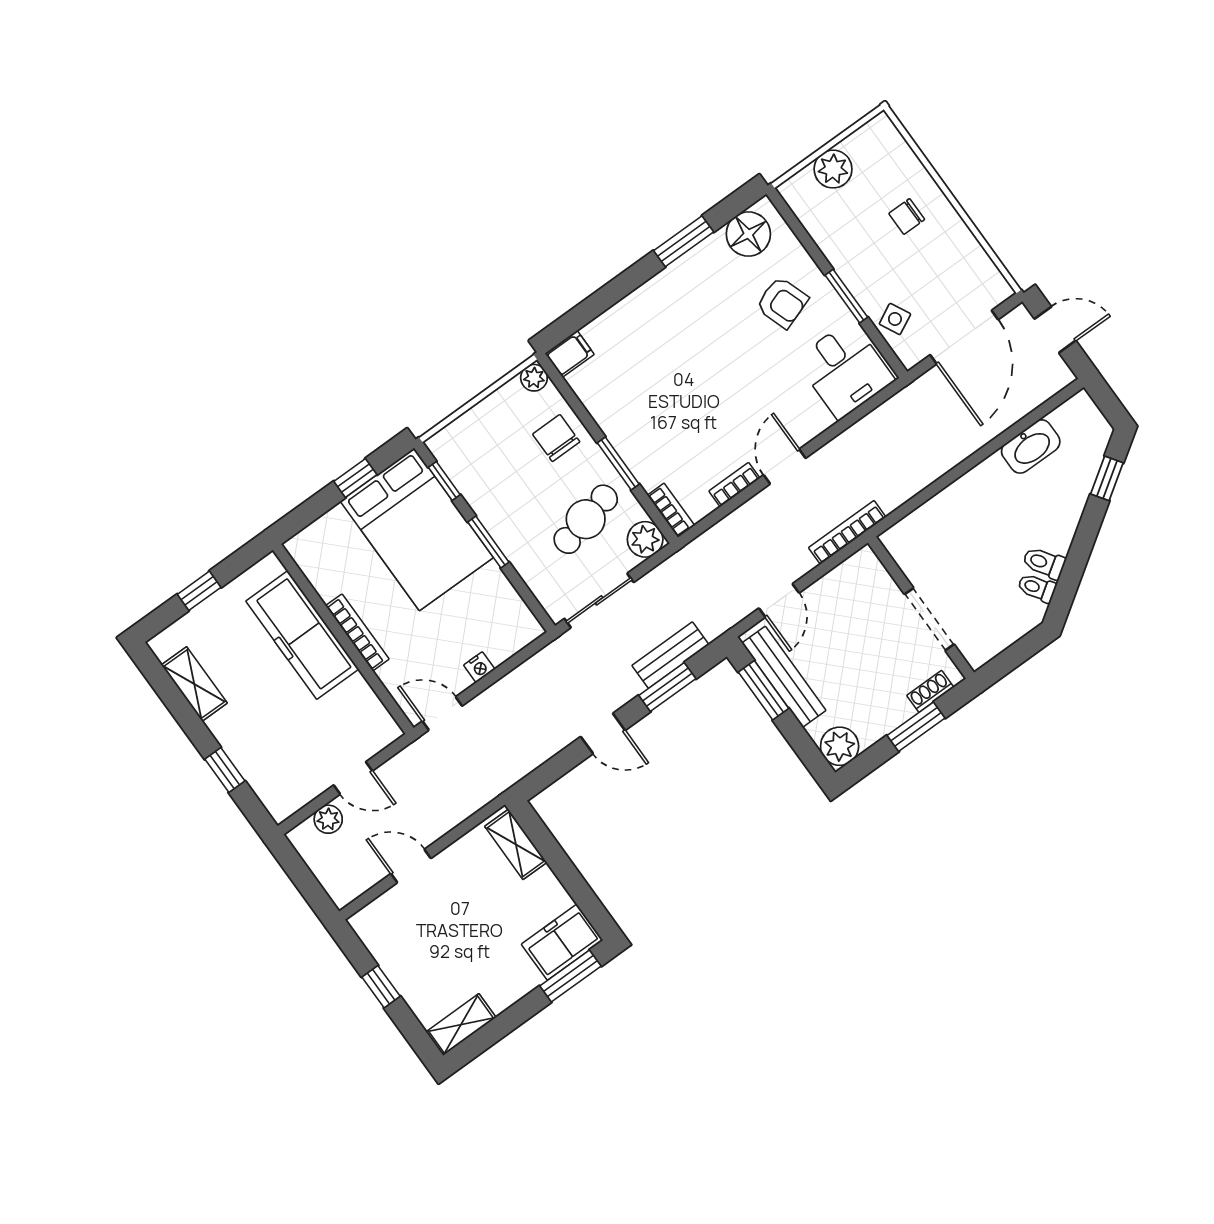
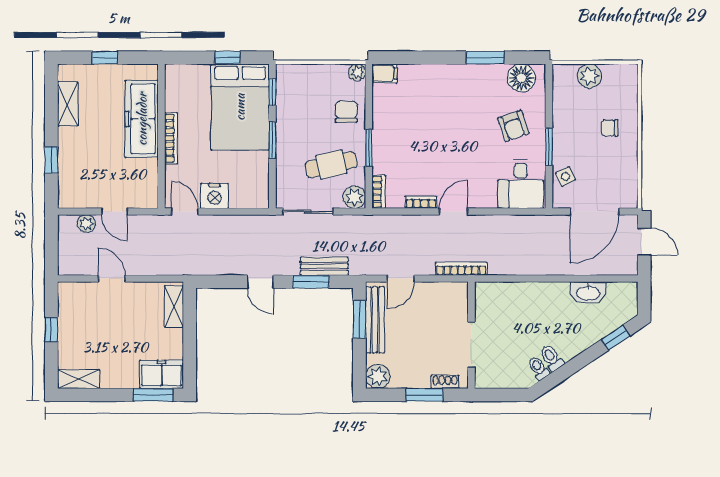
nightstand: (479, 667) -> (214, 196), width x1.89, depth x1.79

